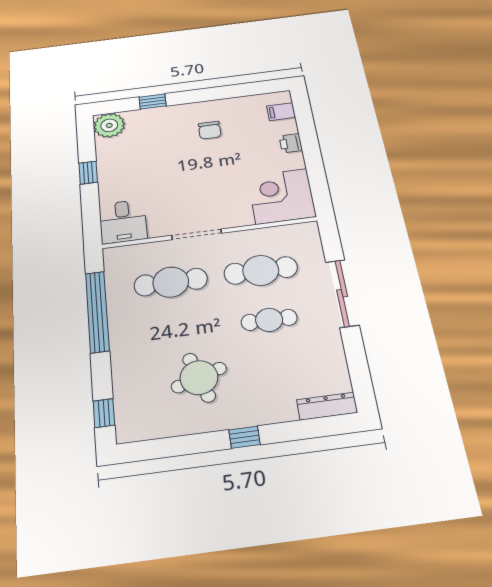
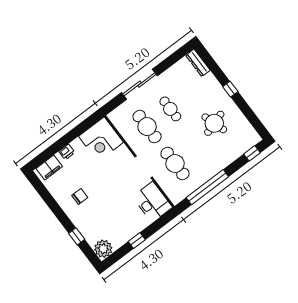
filing cabinet: (281, 112) -> (49, 168), width x2.00
desk: (123, 221) -> (152, 202), width x1.37

